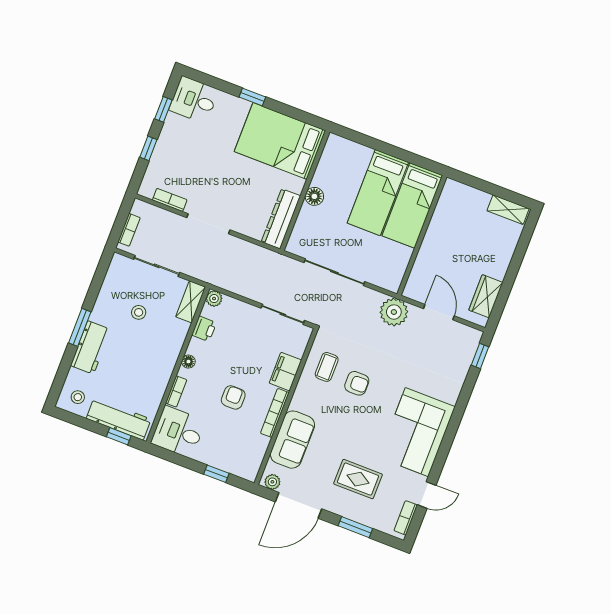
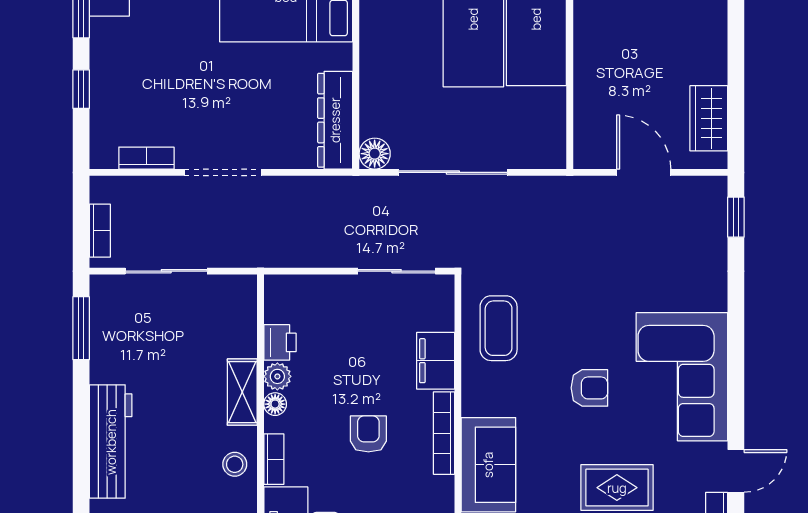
floor lamp: (314, 196) -> (375, 154), moved
plant: (214, 299) -> (277, 376), moved
shelving: (191, 302) -> (242, 392), moved
stool: (139, 312) -> (235, 464), moved
plant: (394, 312) -> (572, 200), removed
window: (80, 327) -> (81, 328), moved
workbench: (91, 348) -> (111, 442), width x1.38
coffee table: (327, 367) -> (499, 328), width x1.36, depth x1.30
armchair: (357, 383) -> (589, 388), moved

